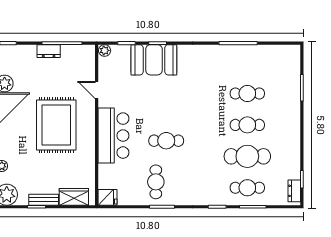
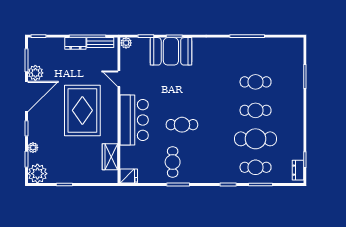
wardrobe: (74, 197) -> (110, 157), moved, turned -90
bench: (44, 200) -> (100, 43), moved

